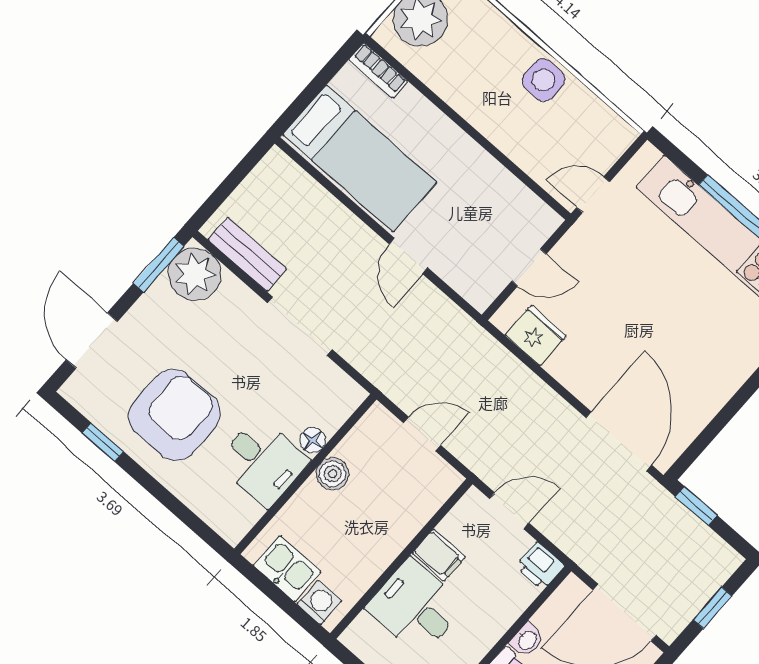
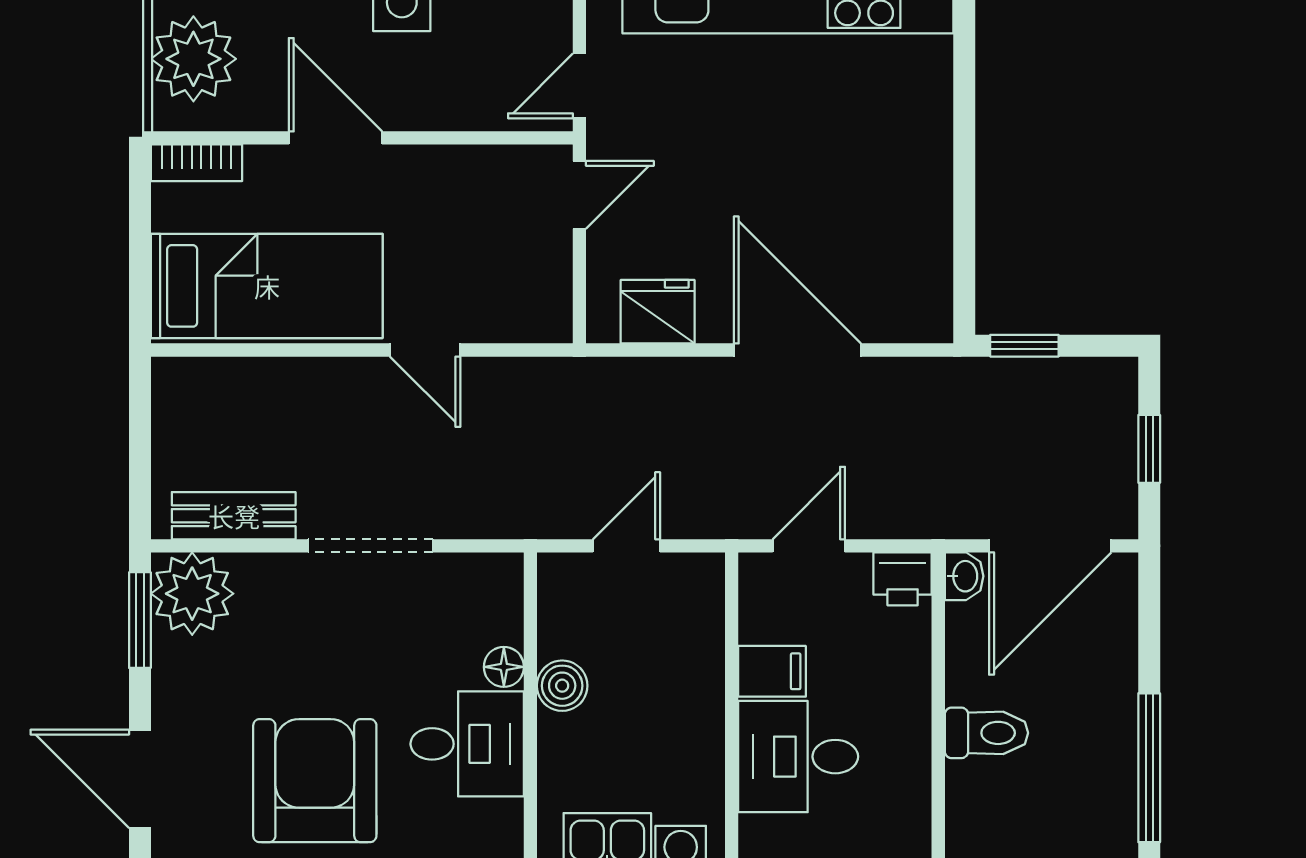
door: (455, 117) -> (335, 138), added
door: (529, 268) -> (579, 195), moved
door: (619, 441) -> (797, 350), moved
washbasin: (527, 640) -> (964, 576), moved

